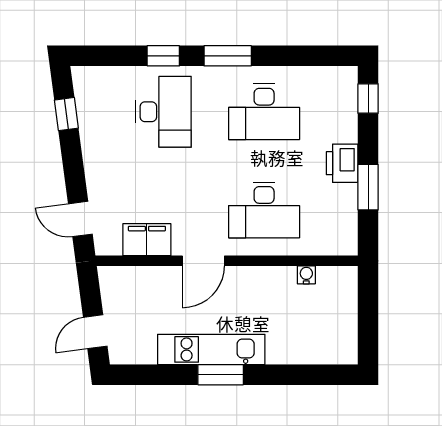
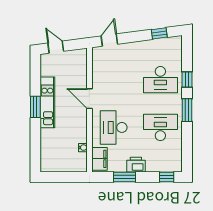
desk: (264, 112) -> (160, 127), turned 90
filing cabinet: (147, 240) -> (100, 159), moved

